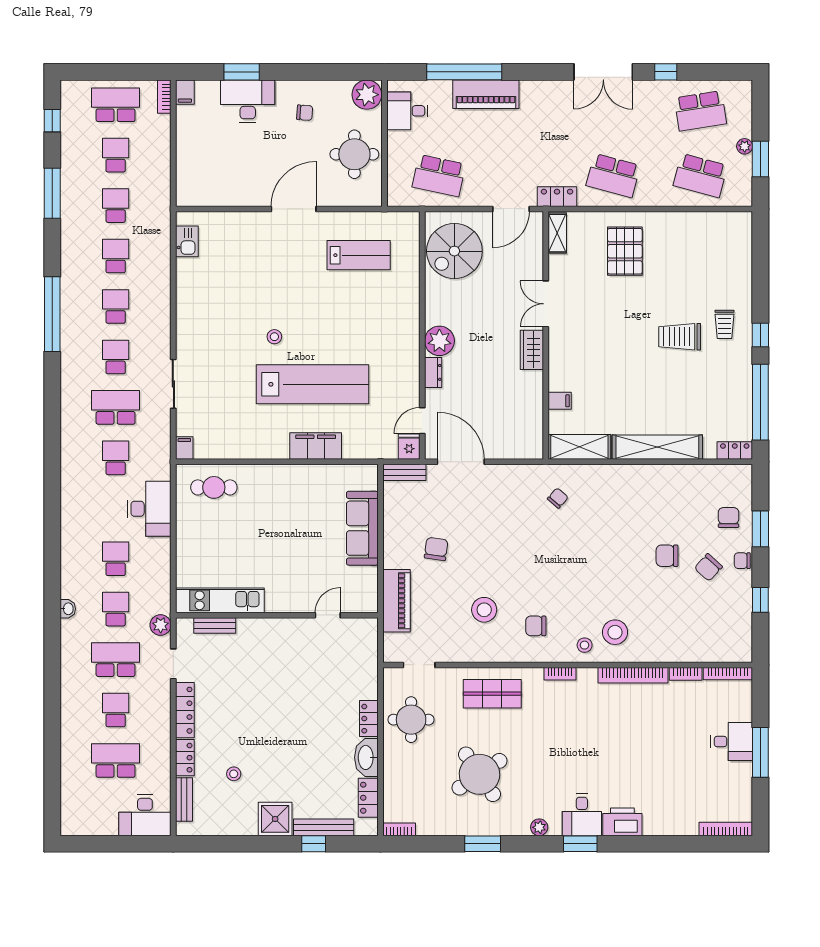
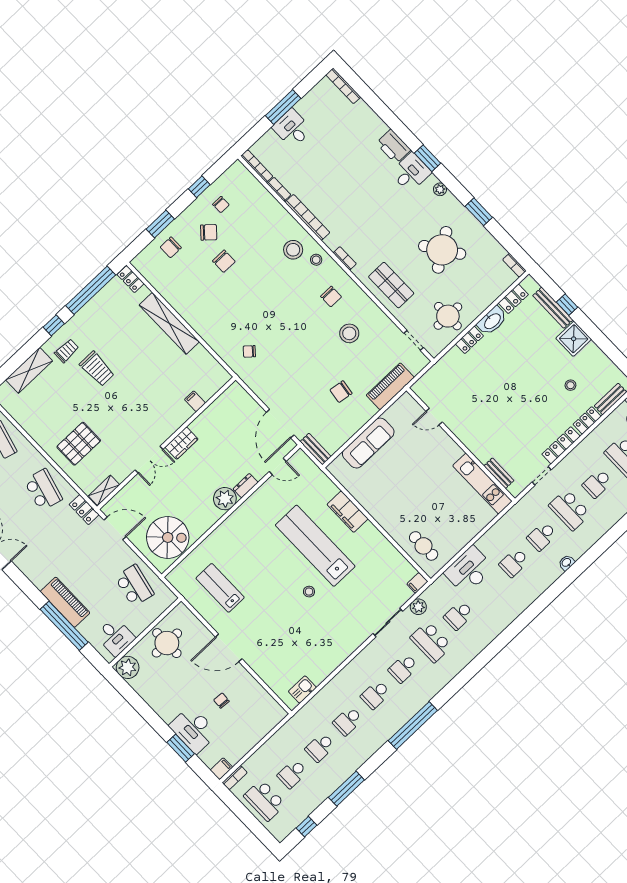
chair: (305, 113) -> (221, 701), moved
fridge: (409, 447) -> (299, 460), removed
shelving: (579, 447) -> (29, 370), moved, turned 90
chair: (742, 561) -> (221, 205), moved
plant: (161, 625) -> (418, 607), moved

